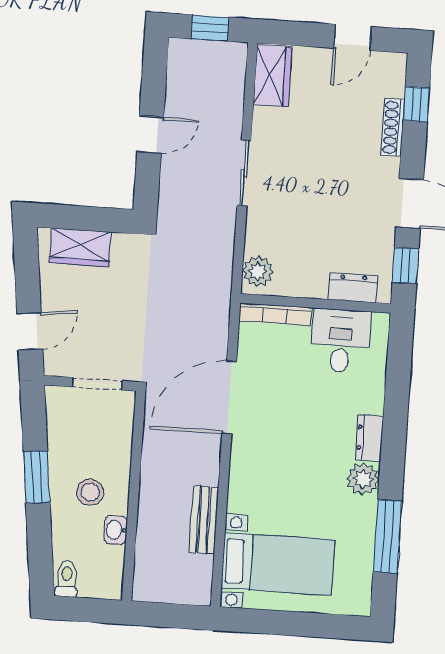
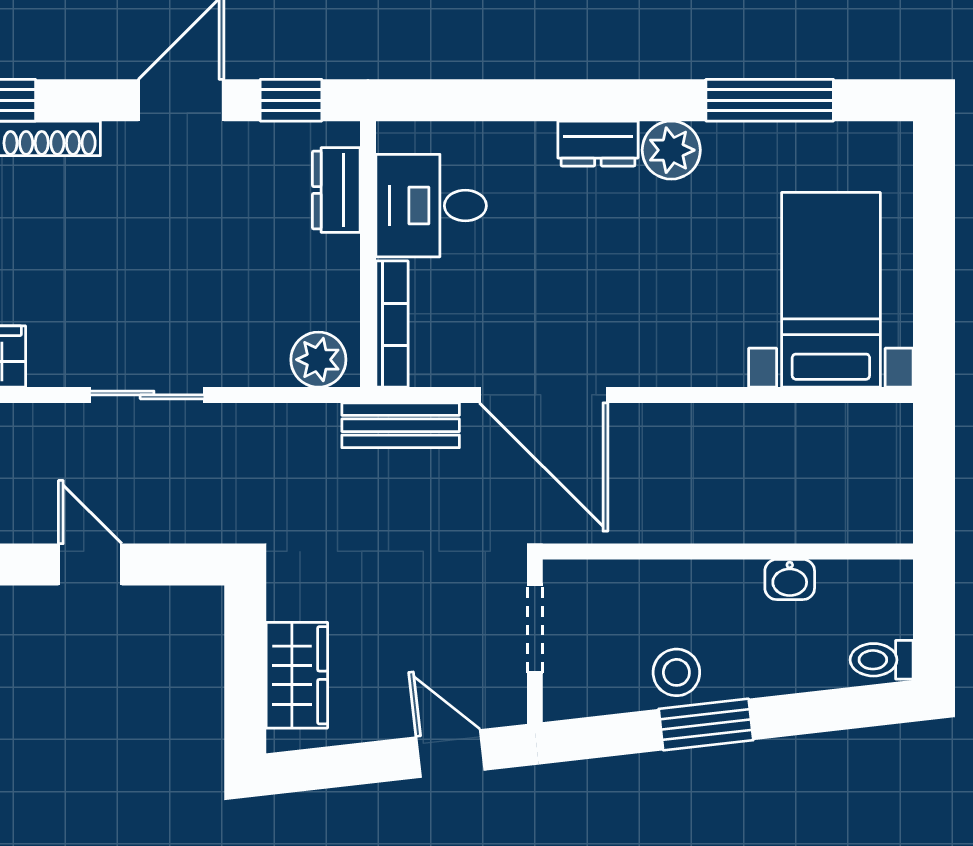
stool: (90, 492) -> (676, 672), moved
bench: (204, 520) -> (401, 425), moved

